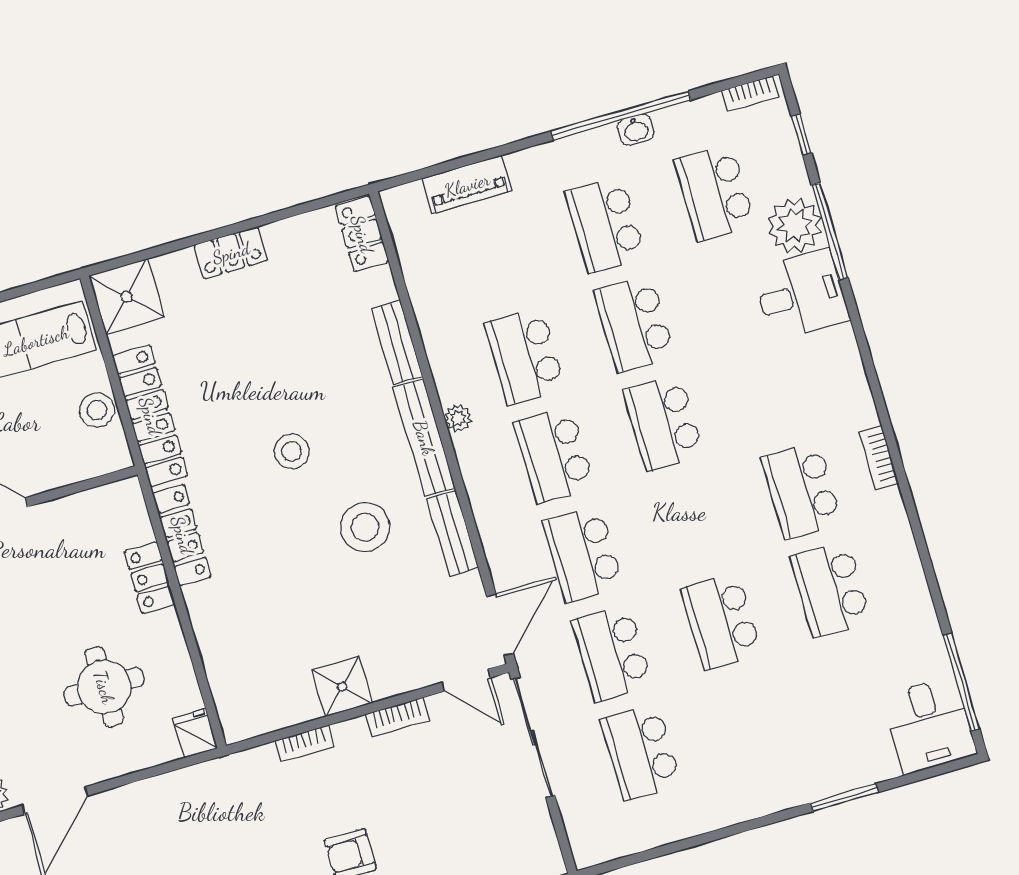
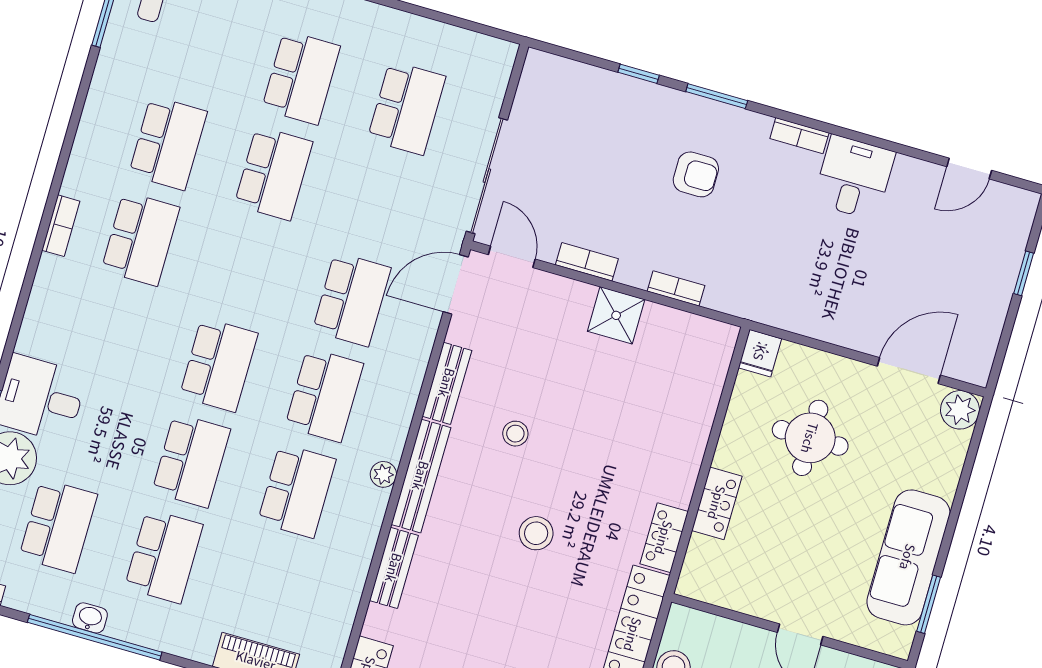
stool: (365, 527) -> (515, 434), width x0.53, depth x0.53
locker: (182, 535) -> (664, 538), width x0.66
school desk: (612, 653) -> (301, 78), moved

